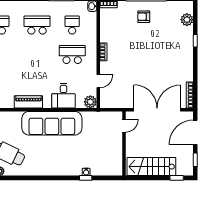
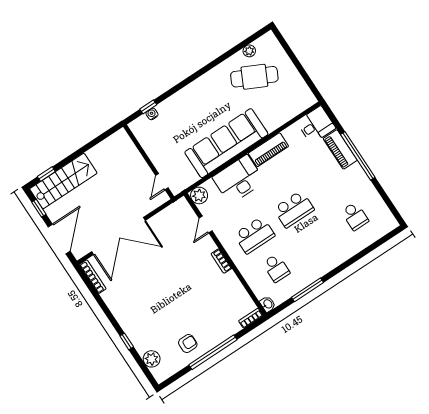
armchair: (144, 17) -> (188, 344), moved
school desk: (37, 25) -> (294, 209), moved
desk: (64, 96) -> (239, 179), width x1.37
door: (124, 126) -> (162, 182), moved
wall: (124, 144) -> (149, 162), moved
stairs: (151, 167) -> (63, 181), moved

